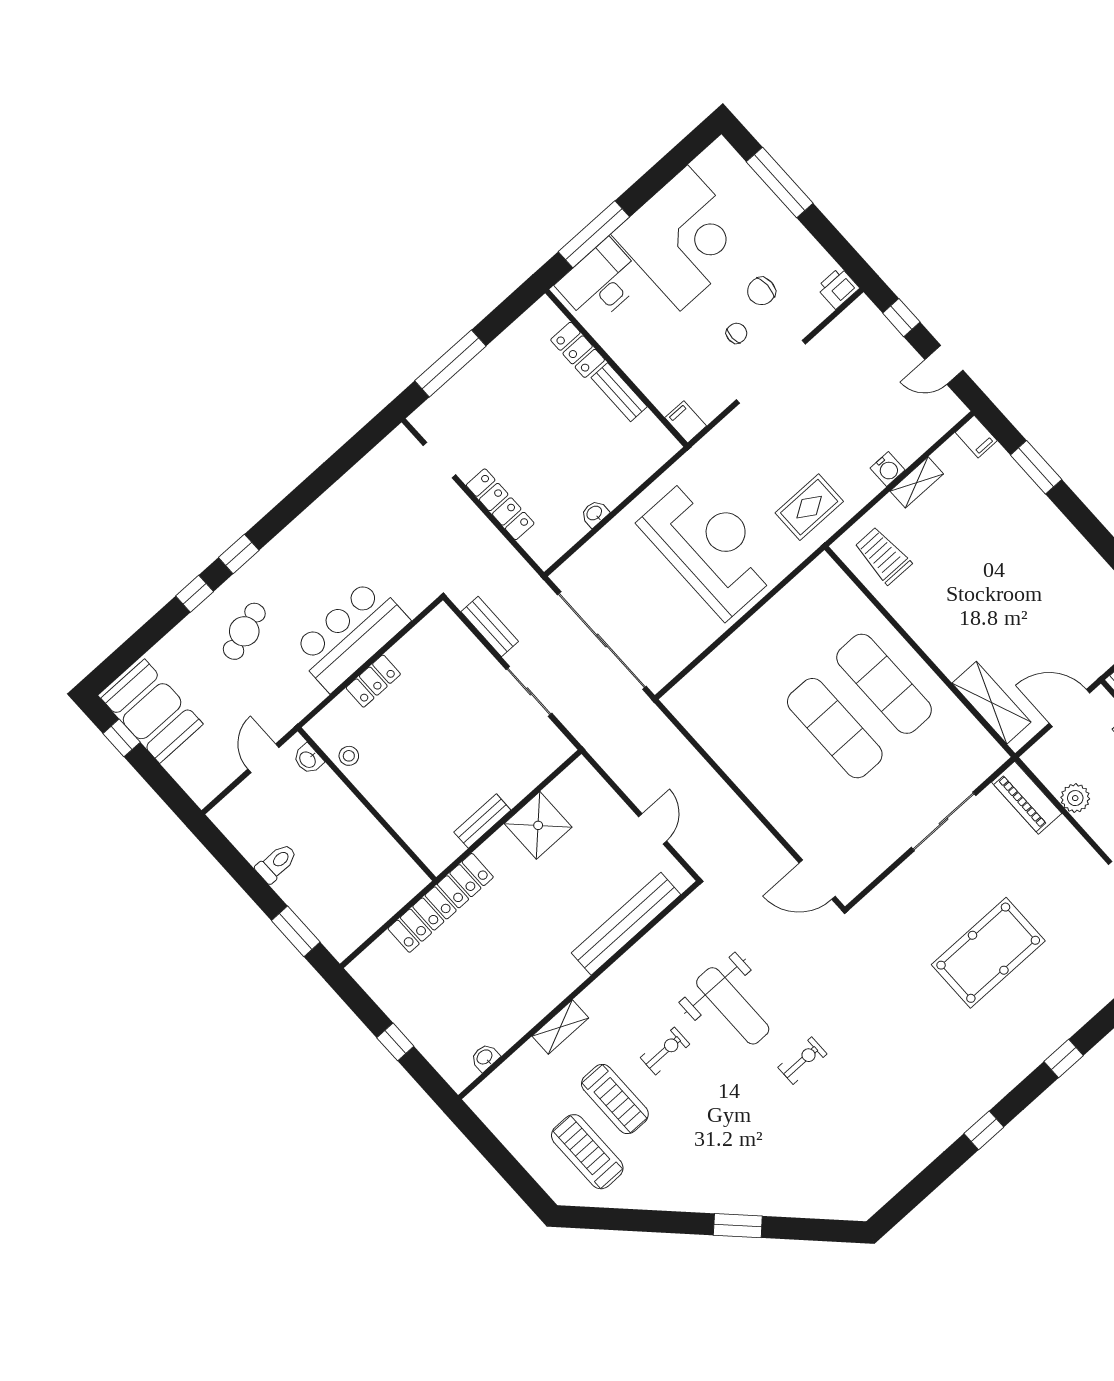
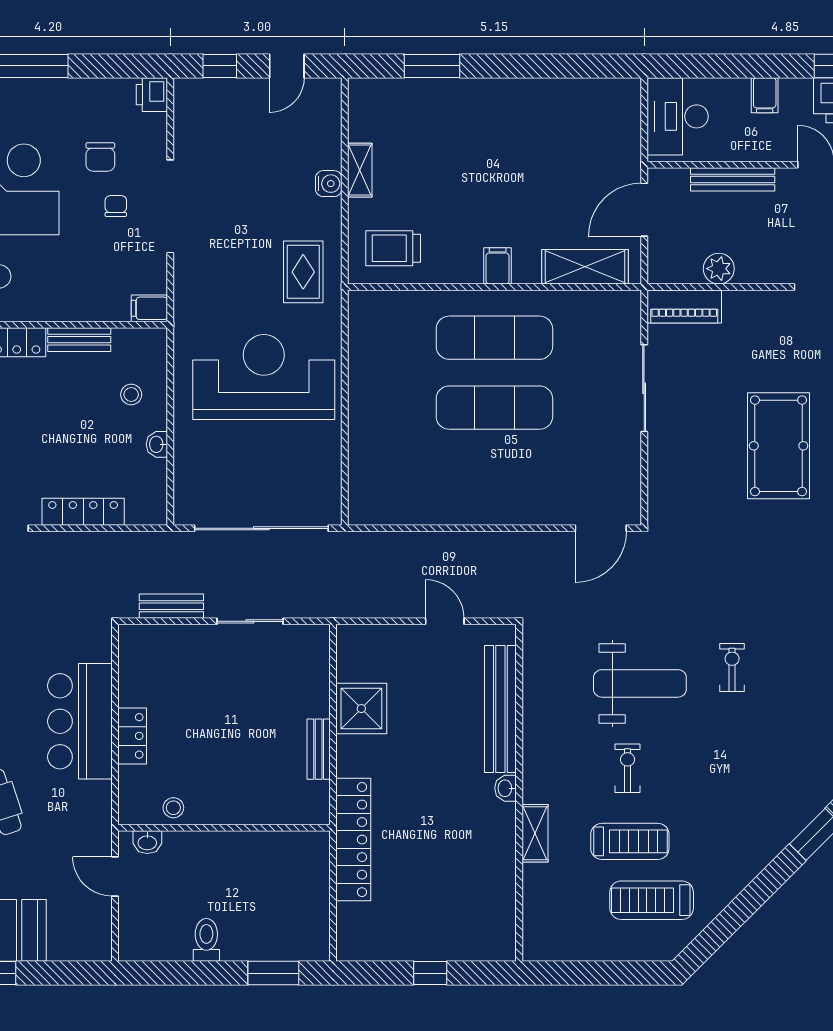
filing cabinet: (976, 437) -> (498, 266), moved, turned -90
stool: (613, 464) -> (131, 394), added
washbasin: (485, 1057) -> (506, 788), moved

